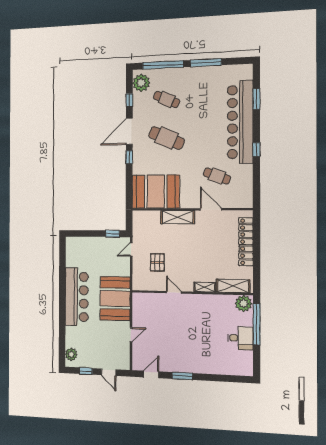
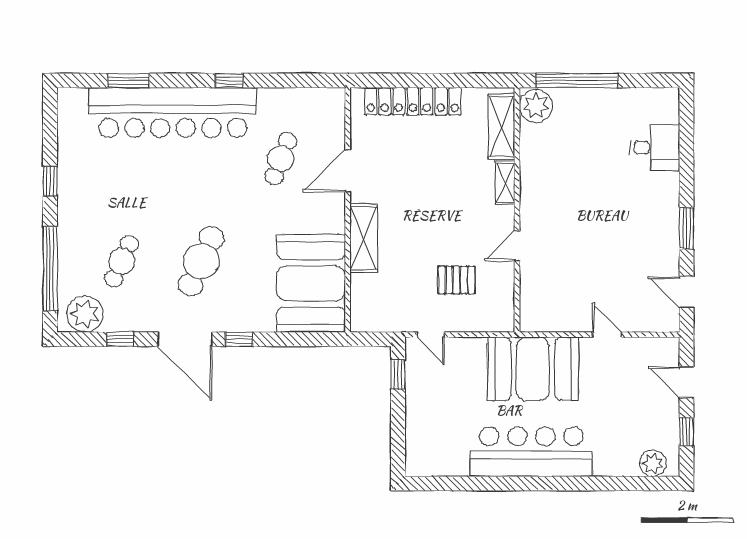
window: (206, 63) -> (50, 181), width x0.46
desk: (240, 338) -> (655, 148), moved, turned 90
door: (109, 372) -> (686, 382), swing flipped

